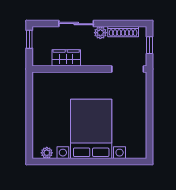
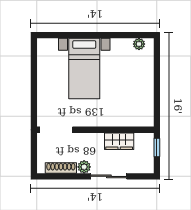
window: (29, 39) -> (157, 147), moved
window: (150, 45) -> (34, 154), removed
bed with nightstands: (91, 129) -> (84, 69), width x0.73

